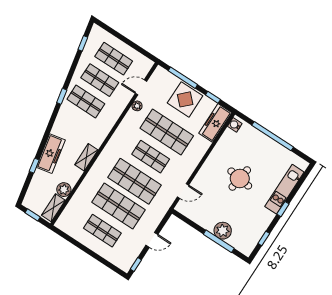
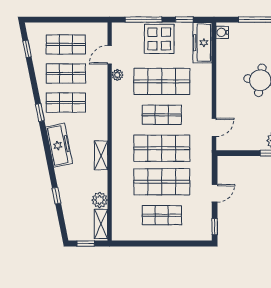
freezer: (51, 154) -> (59, 145), moved

